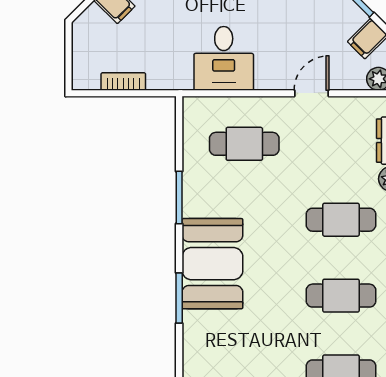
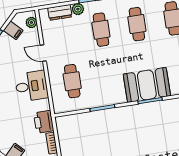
desk: (224, 58) -> (31, 86), moved
printer: (170, 72) -> (44, 122), added
booth: (212, 264) -> (147, 85), moved

